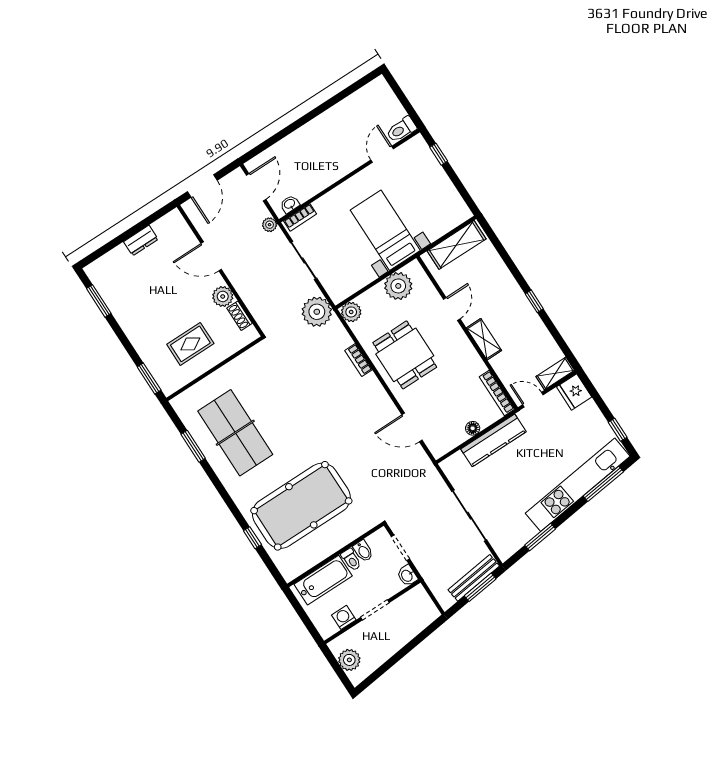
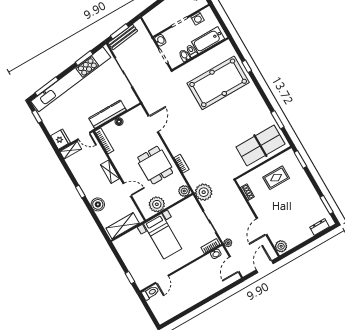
dresser: (141, 241) -> (320, 227), moved
door: (211, 256) -> (262, 227), swing flipped
boiler: (502, 280) -> (98, 204), added
plant: (223, 296) -> (281, 246), moved
door: (452, 309) -> (127, 190), swing flipped
door: (412, 427) -> (153, 124), hinge flipped
table tennis table: (235, 433) -> (260, 146), moved, turned 90
kitchen unit: (578, 485) -> (71, 79), width x1.36

